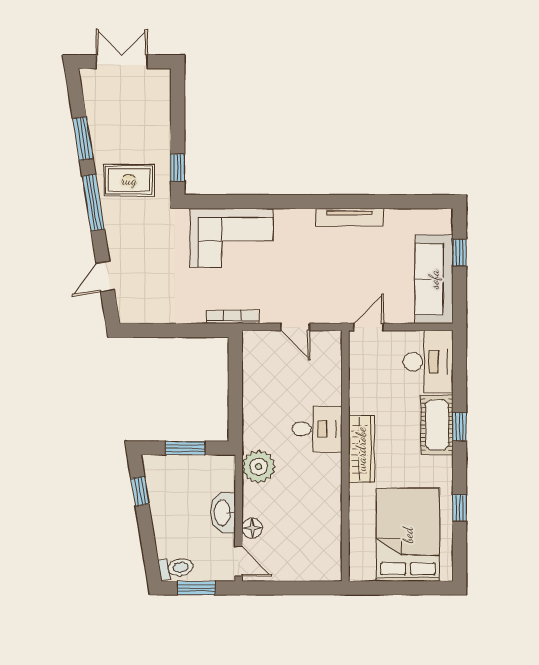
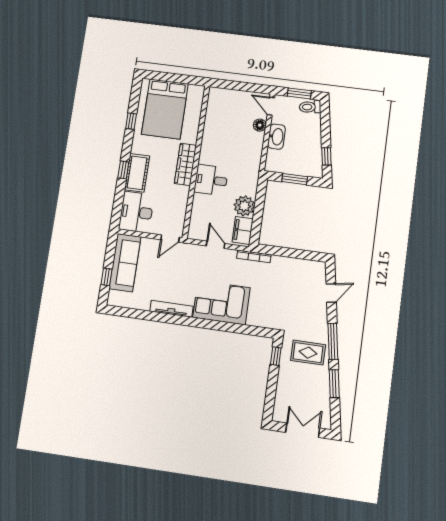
double door: (122, 62) -> (303, 430), swing flipped
corner sofa: (231, 238) -> (221, 303), moved
filing cabinet: (256, 356) -> (243, 230), added
plant: (259, 467) -> (244, 206), moved

